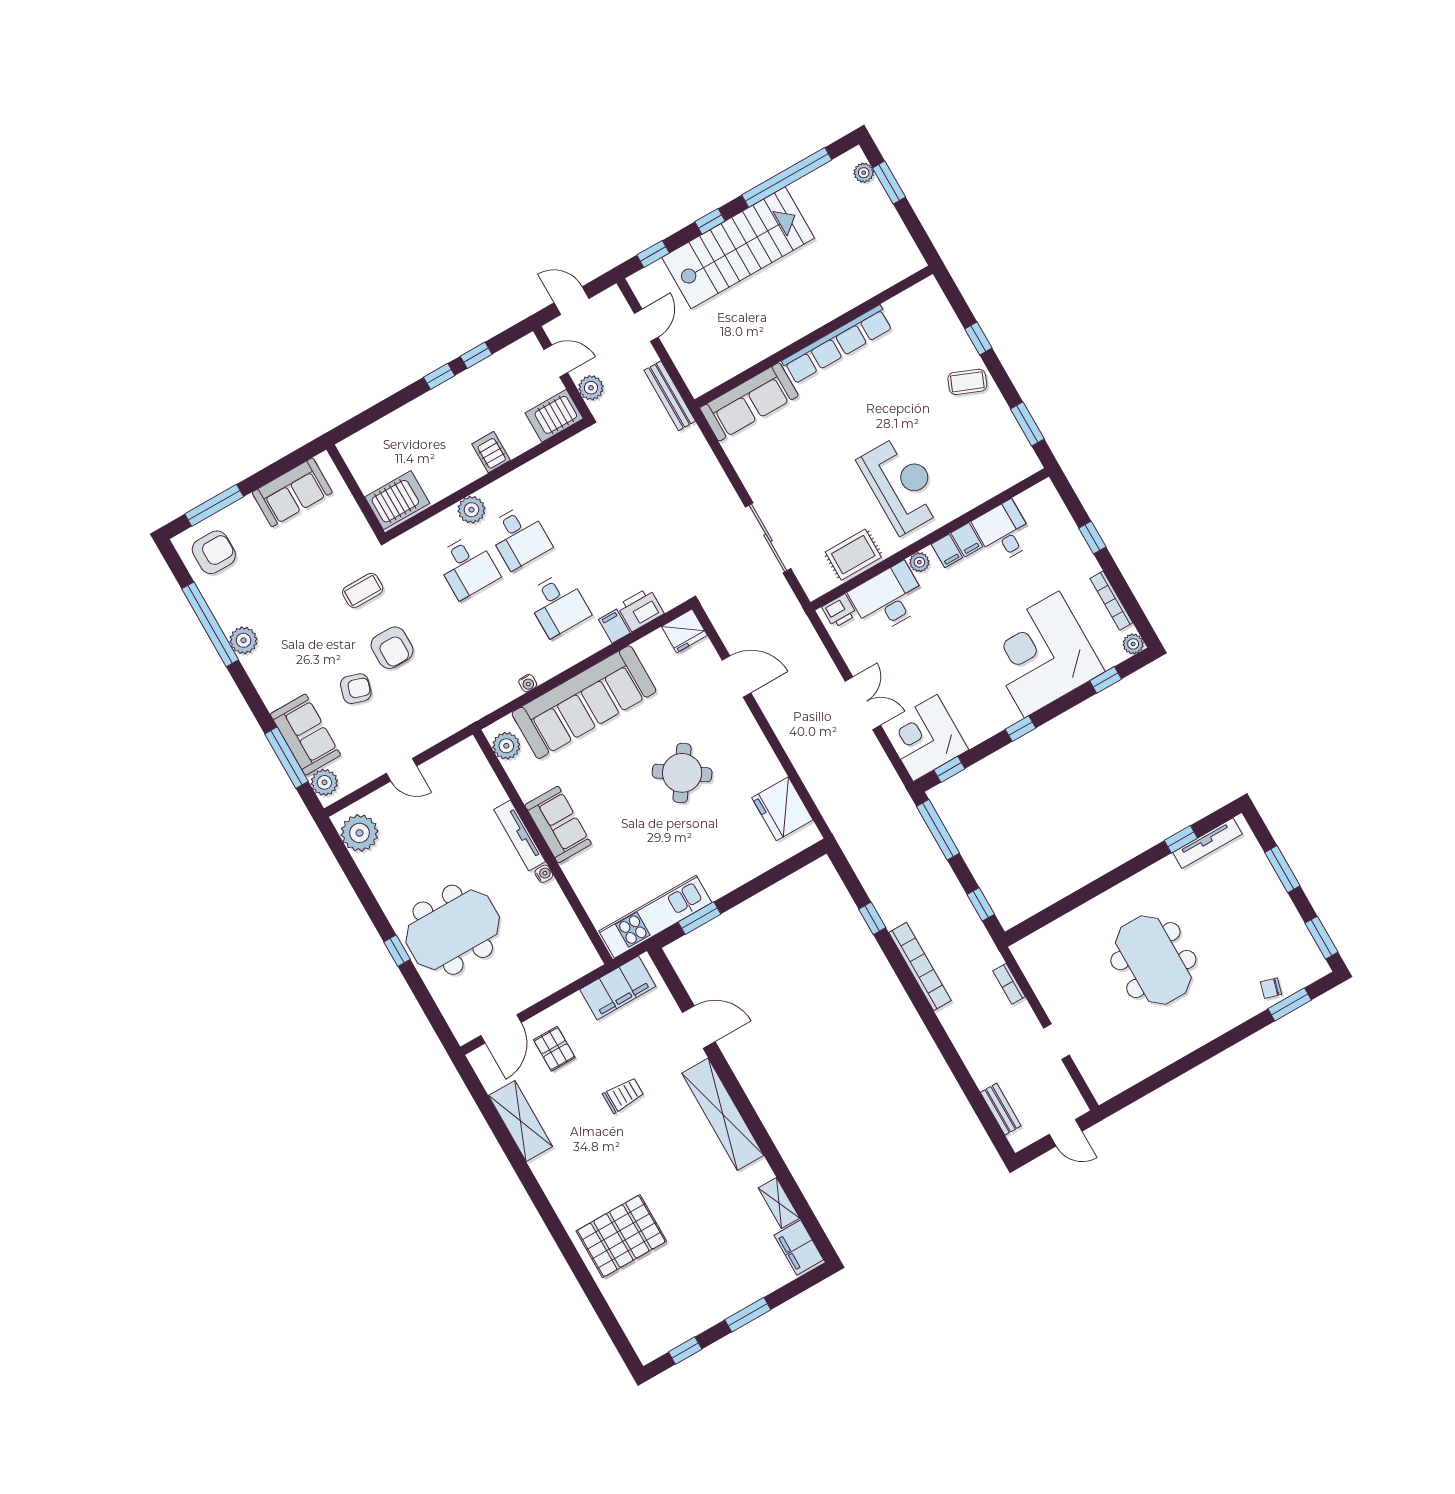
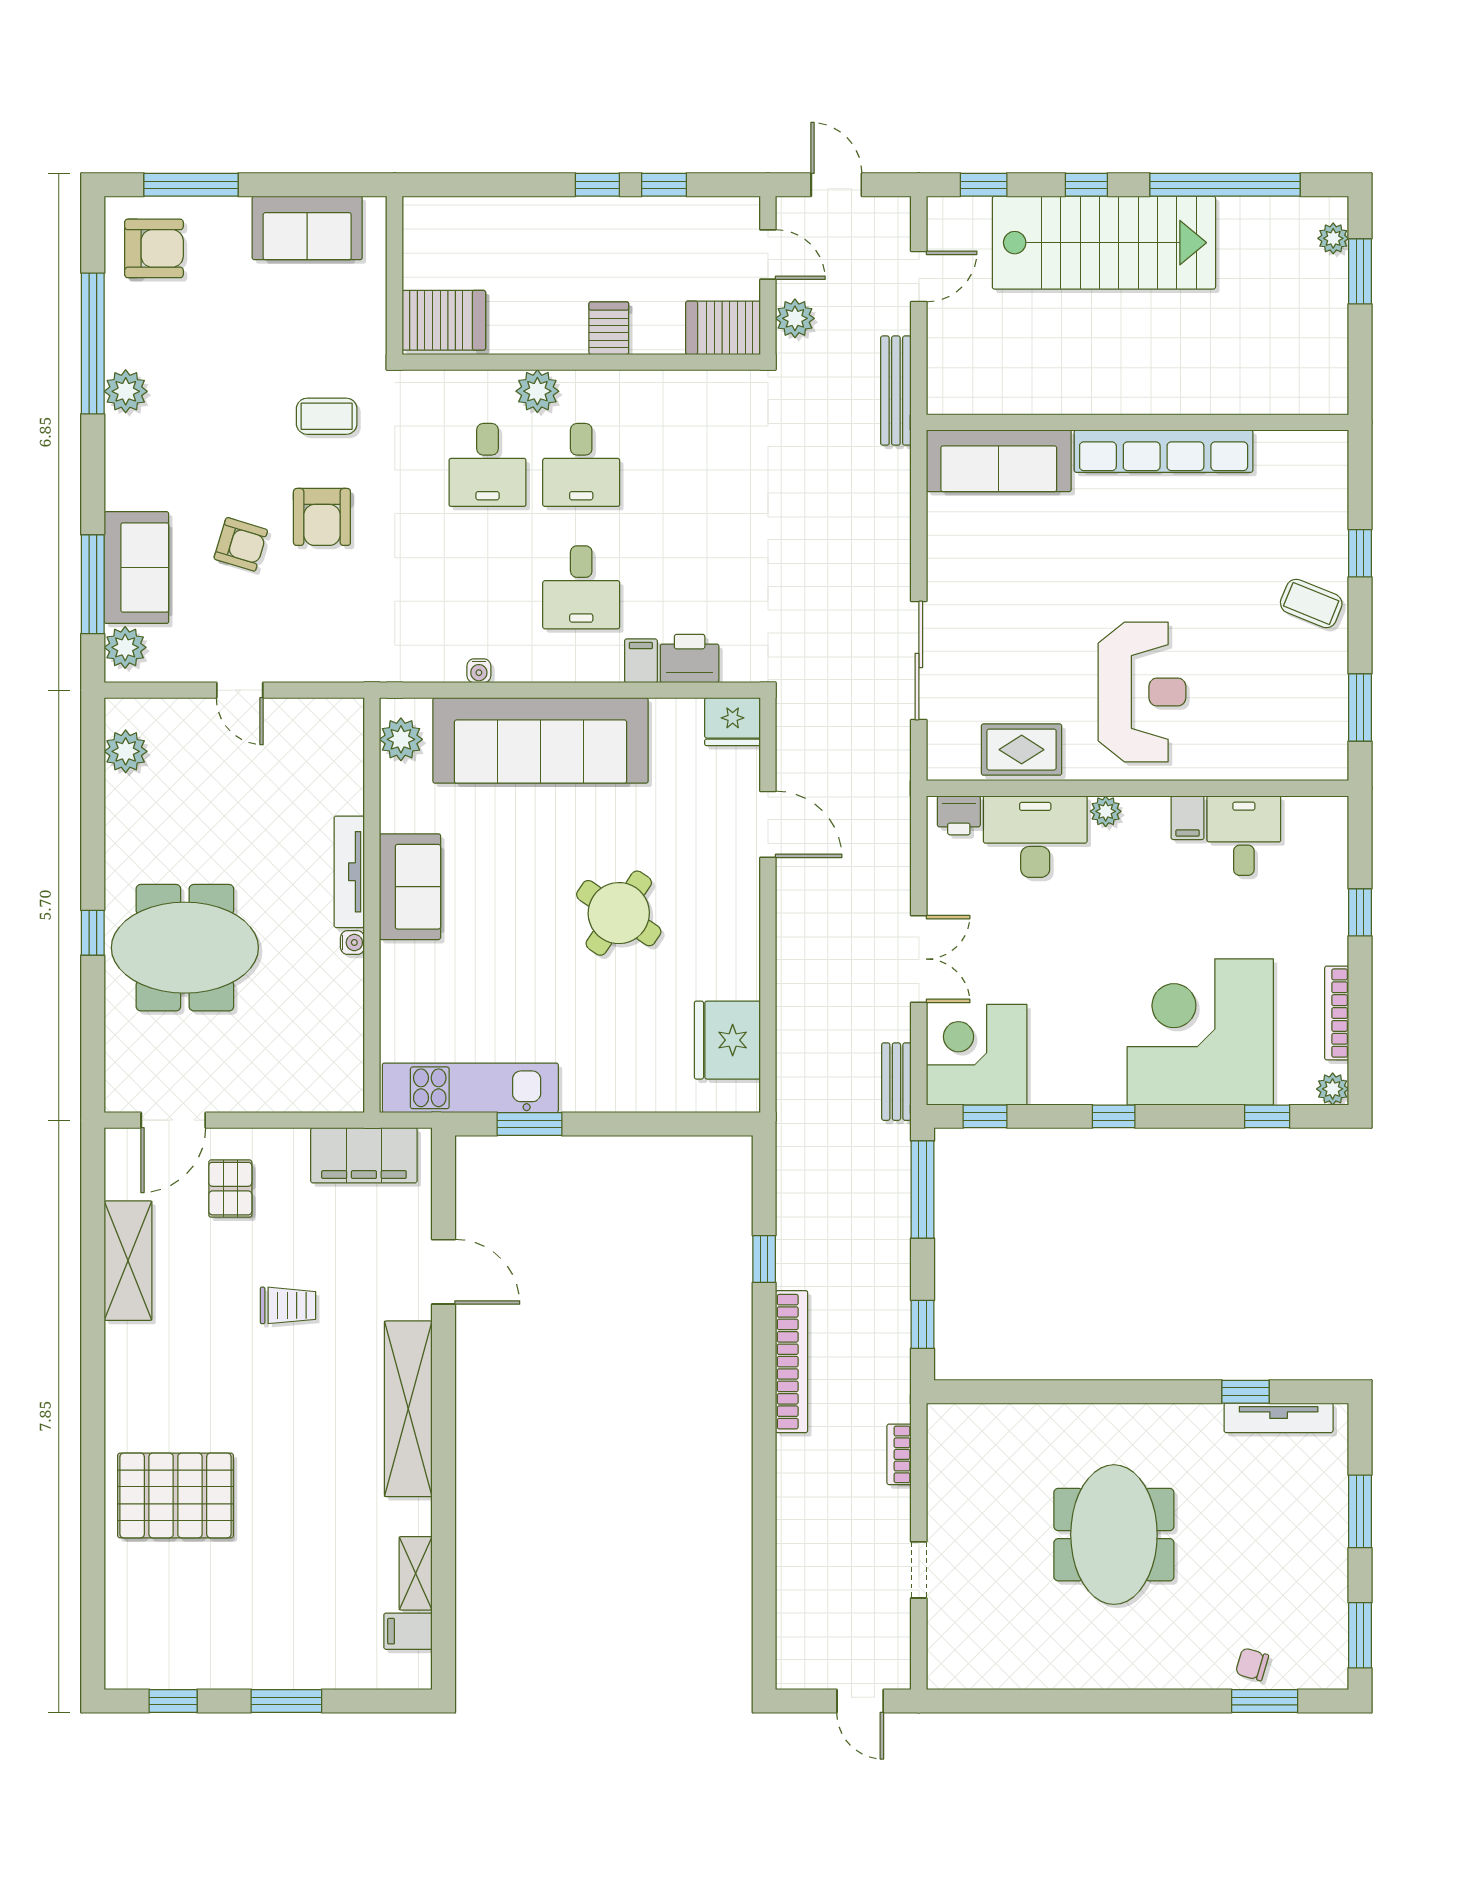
filing cabinet: (947, 551) -> (1152, 817), removed
plant: (360, 833) -> (126, 751), width x0.73, depth x0.73
bench: (1001, 1109) -> (896, 1082), moved
filing cabinet: (799, 1247) -> (408, 1631), width x0.50

